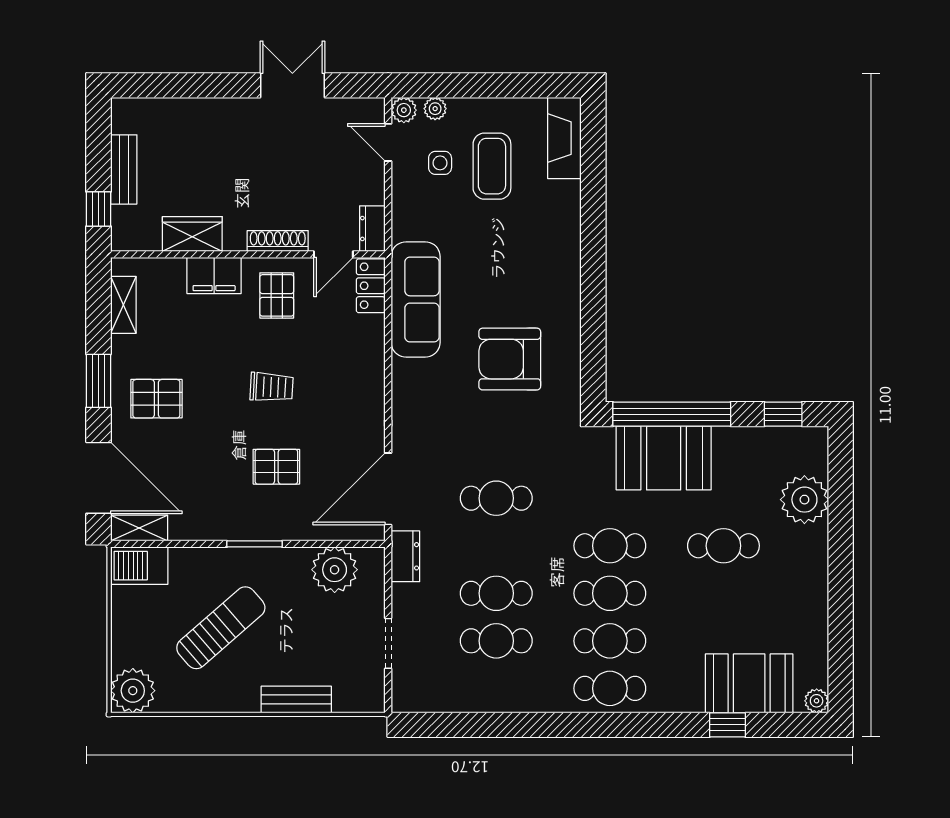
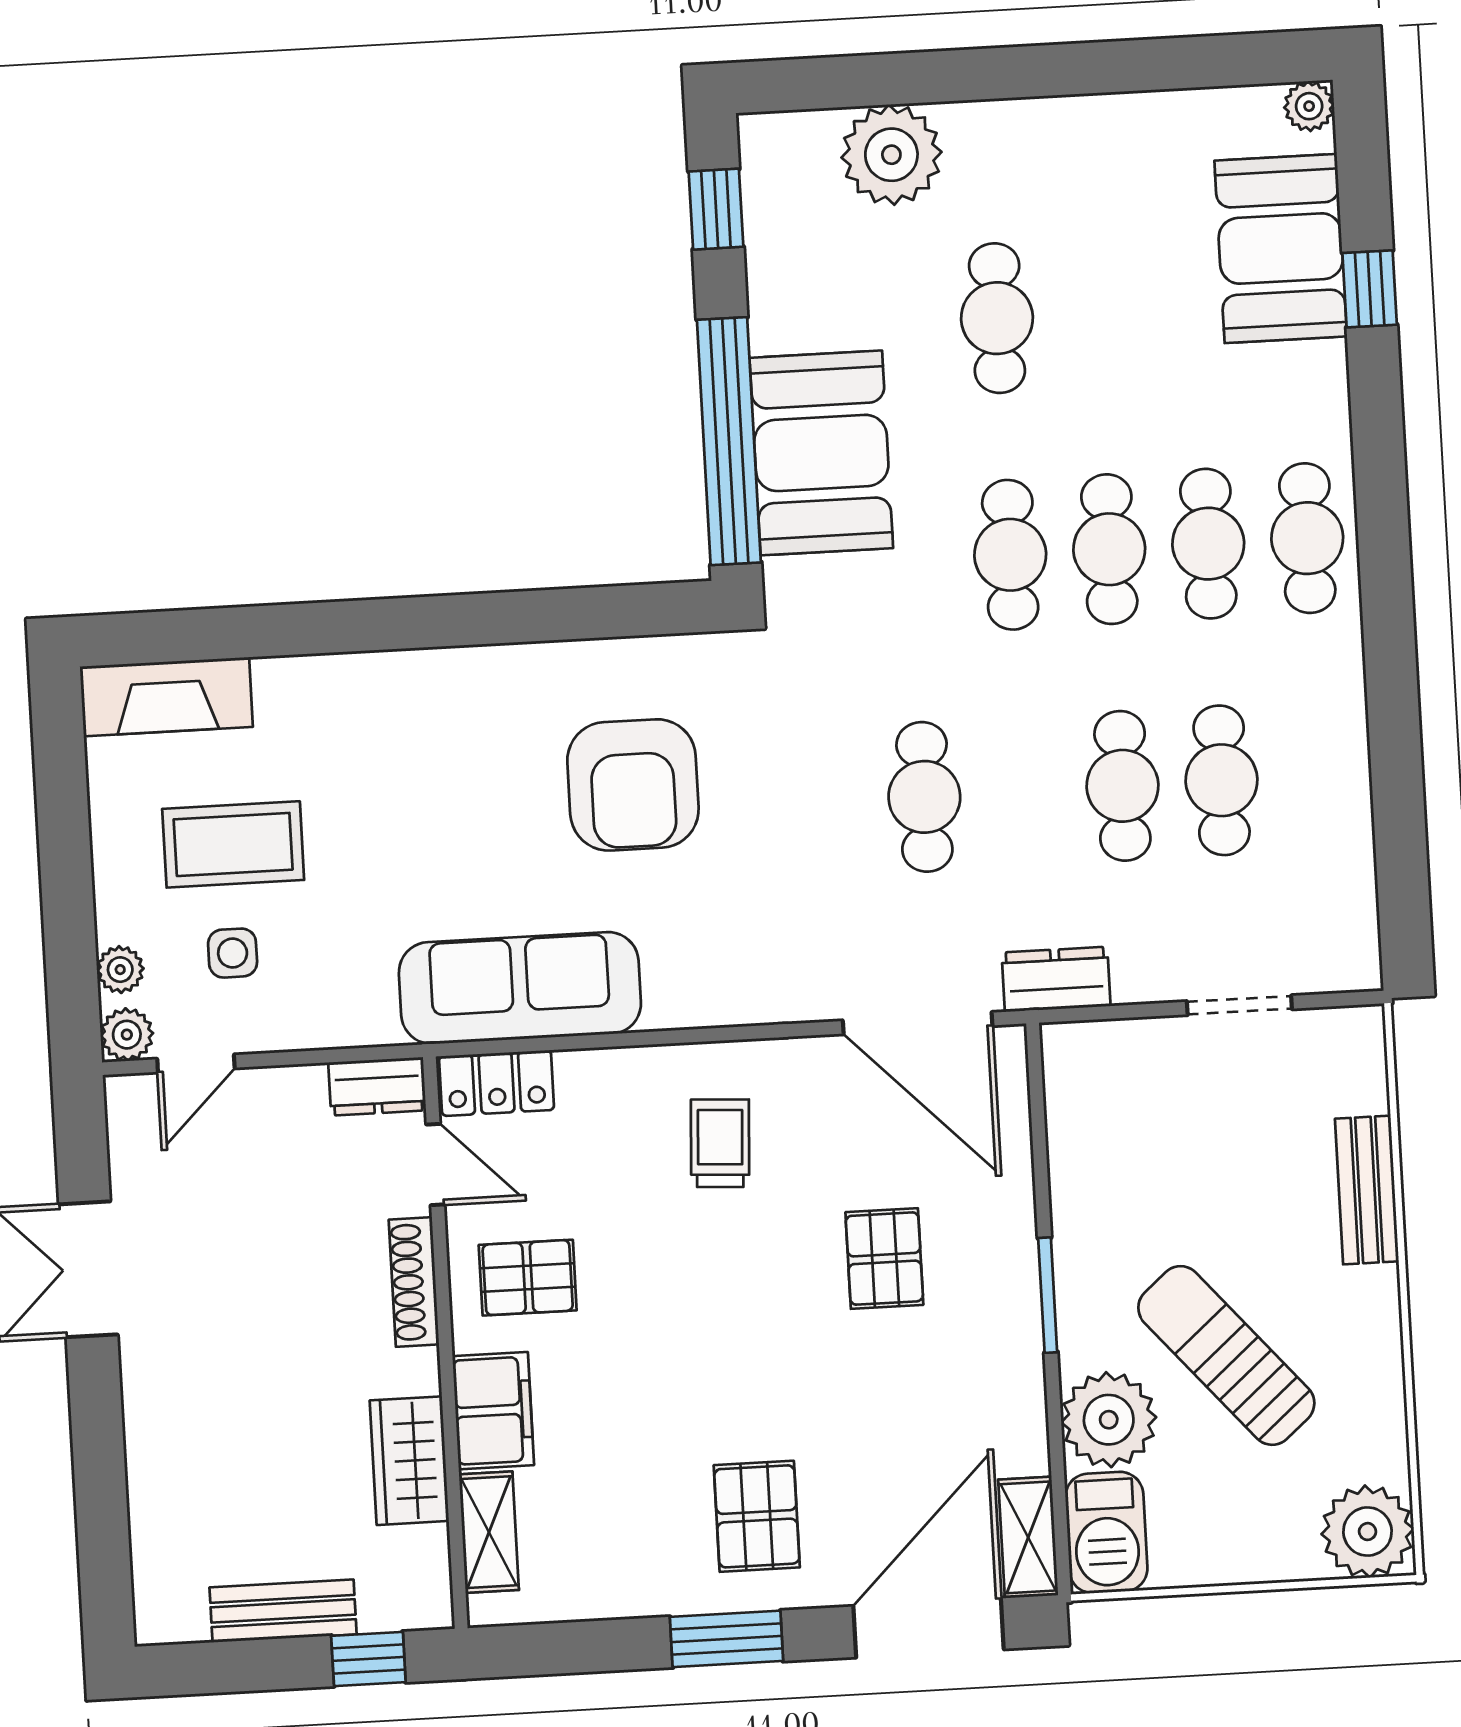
shelving: (123, 305) -> (489, 1532), moved, turned 90
trolley: (271, 387) -> (720, 1143), moved
plant: (335, 570) -> (1109, 1420), moved

